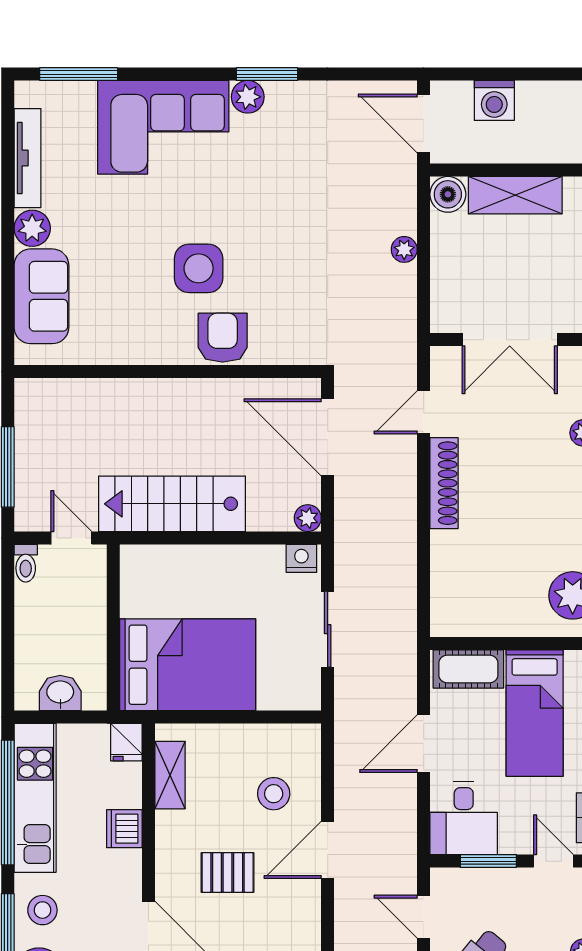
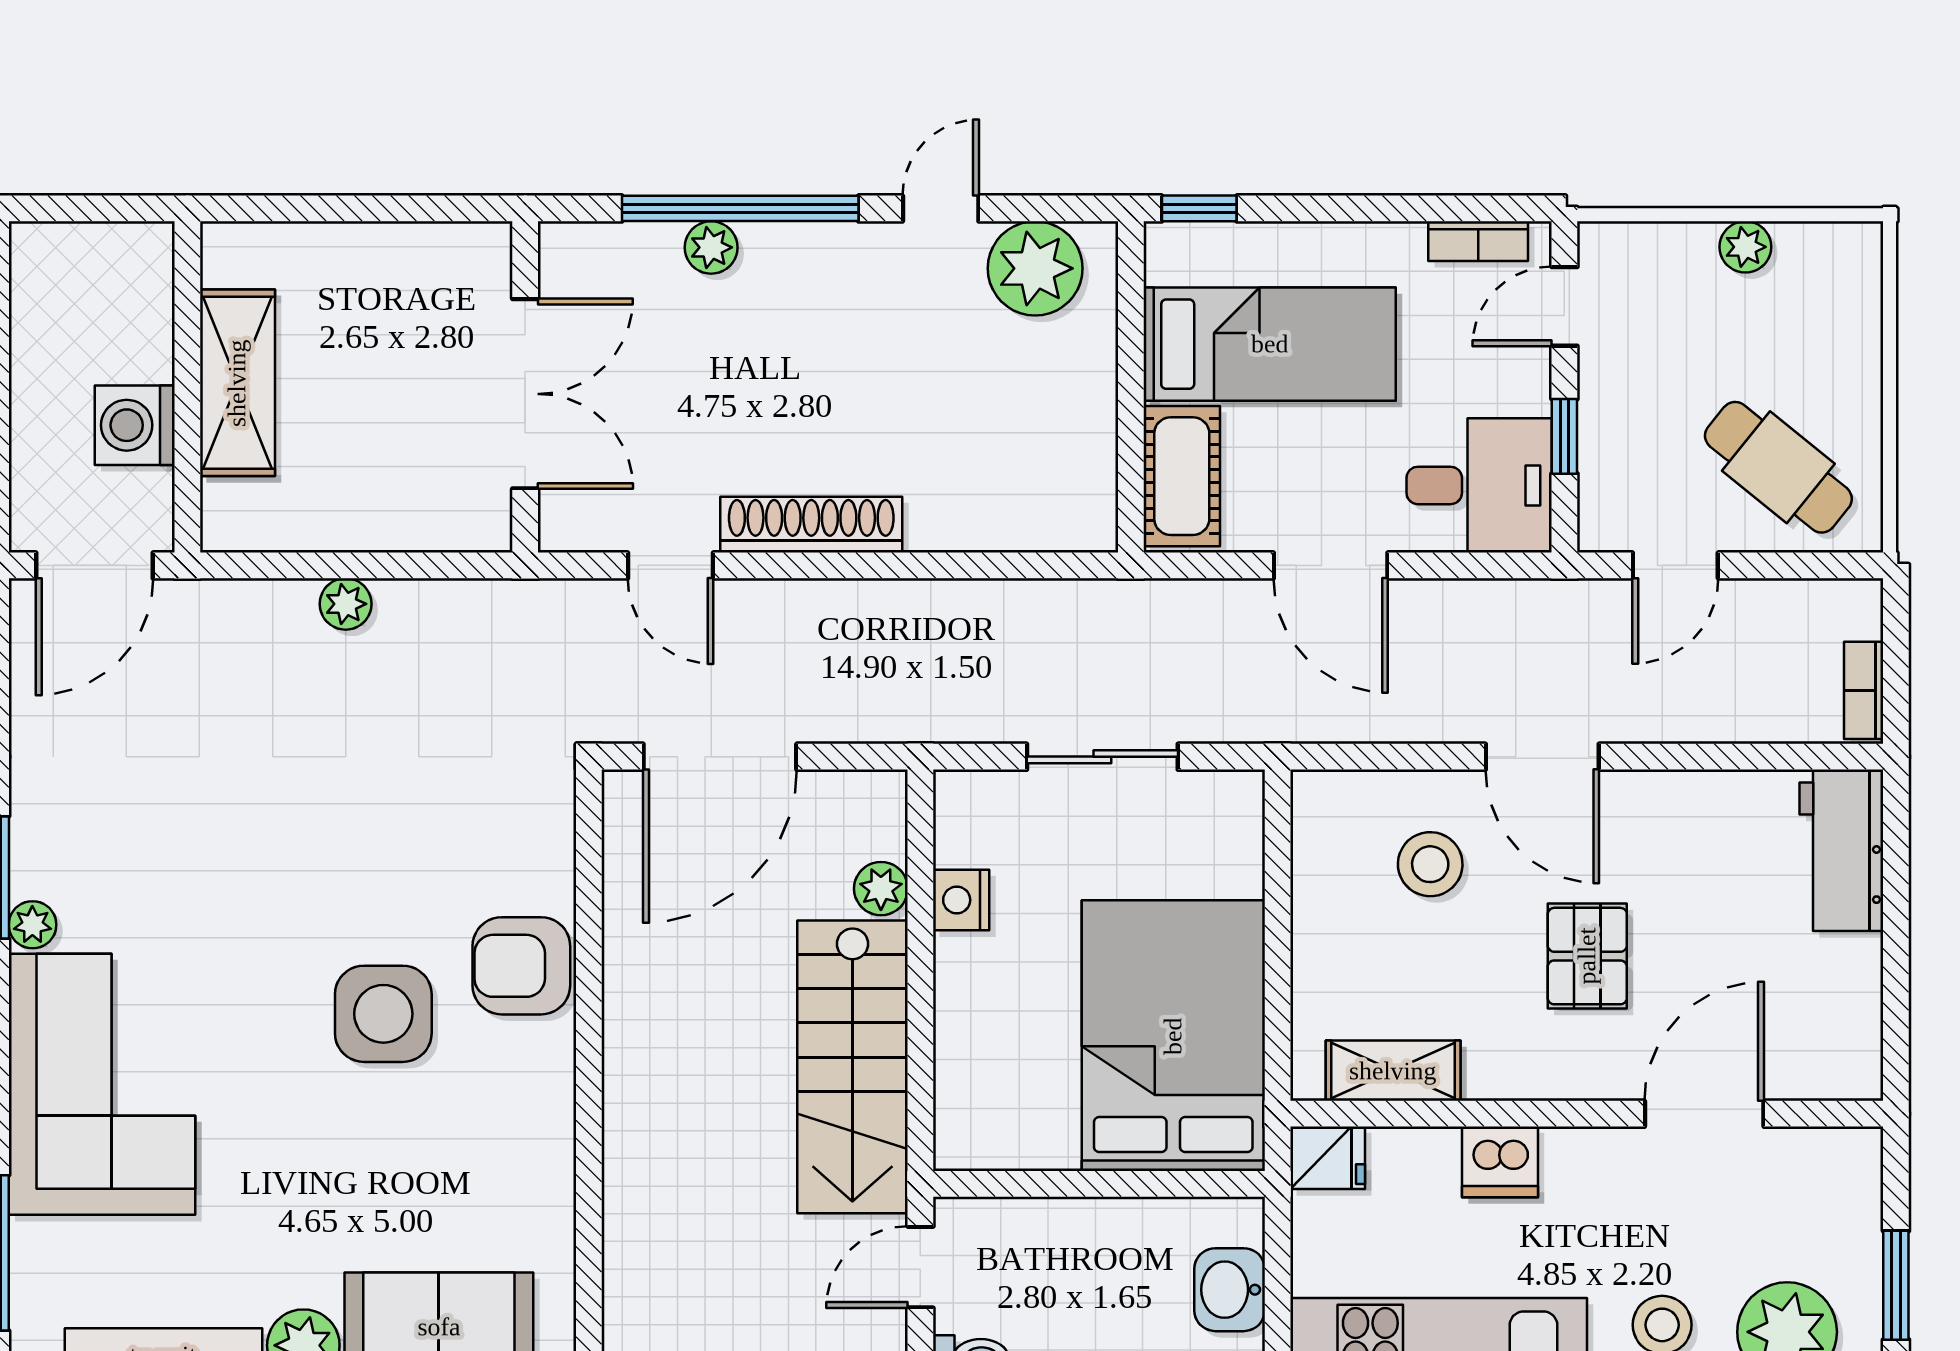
plant: (248, 97) -> (32, 925), width x0.73, depth x0.73
washing machine: (494, 100) -> (135, 425), moved, turned 180
boiler: (448, 194) -> (236, 517), removed
plant: (308, 518) -> (881, 889), moved
nightstand: (301, 558) -> (961, 900), moved
window: (488, 861) -> (1564, 436), width x0.67

